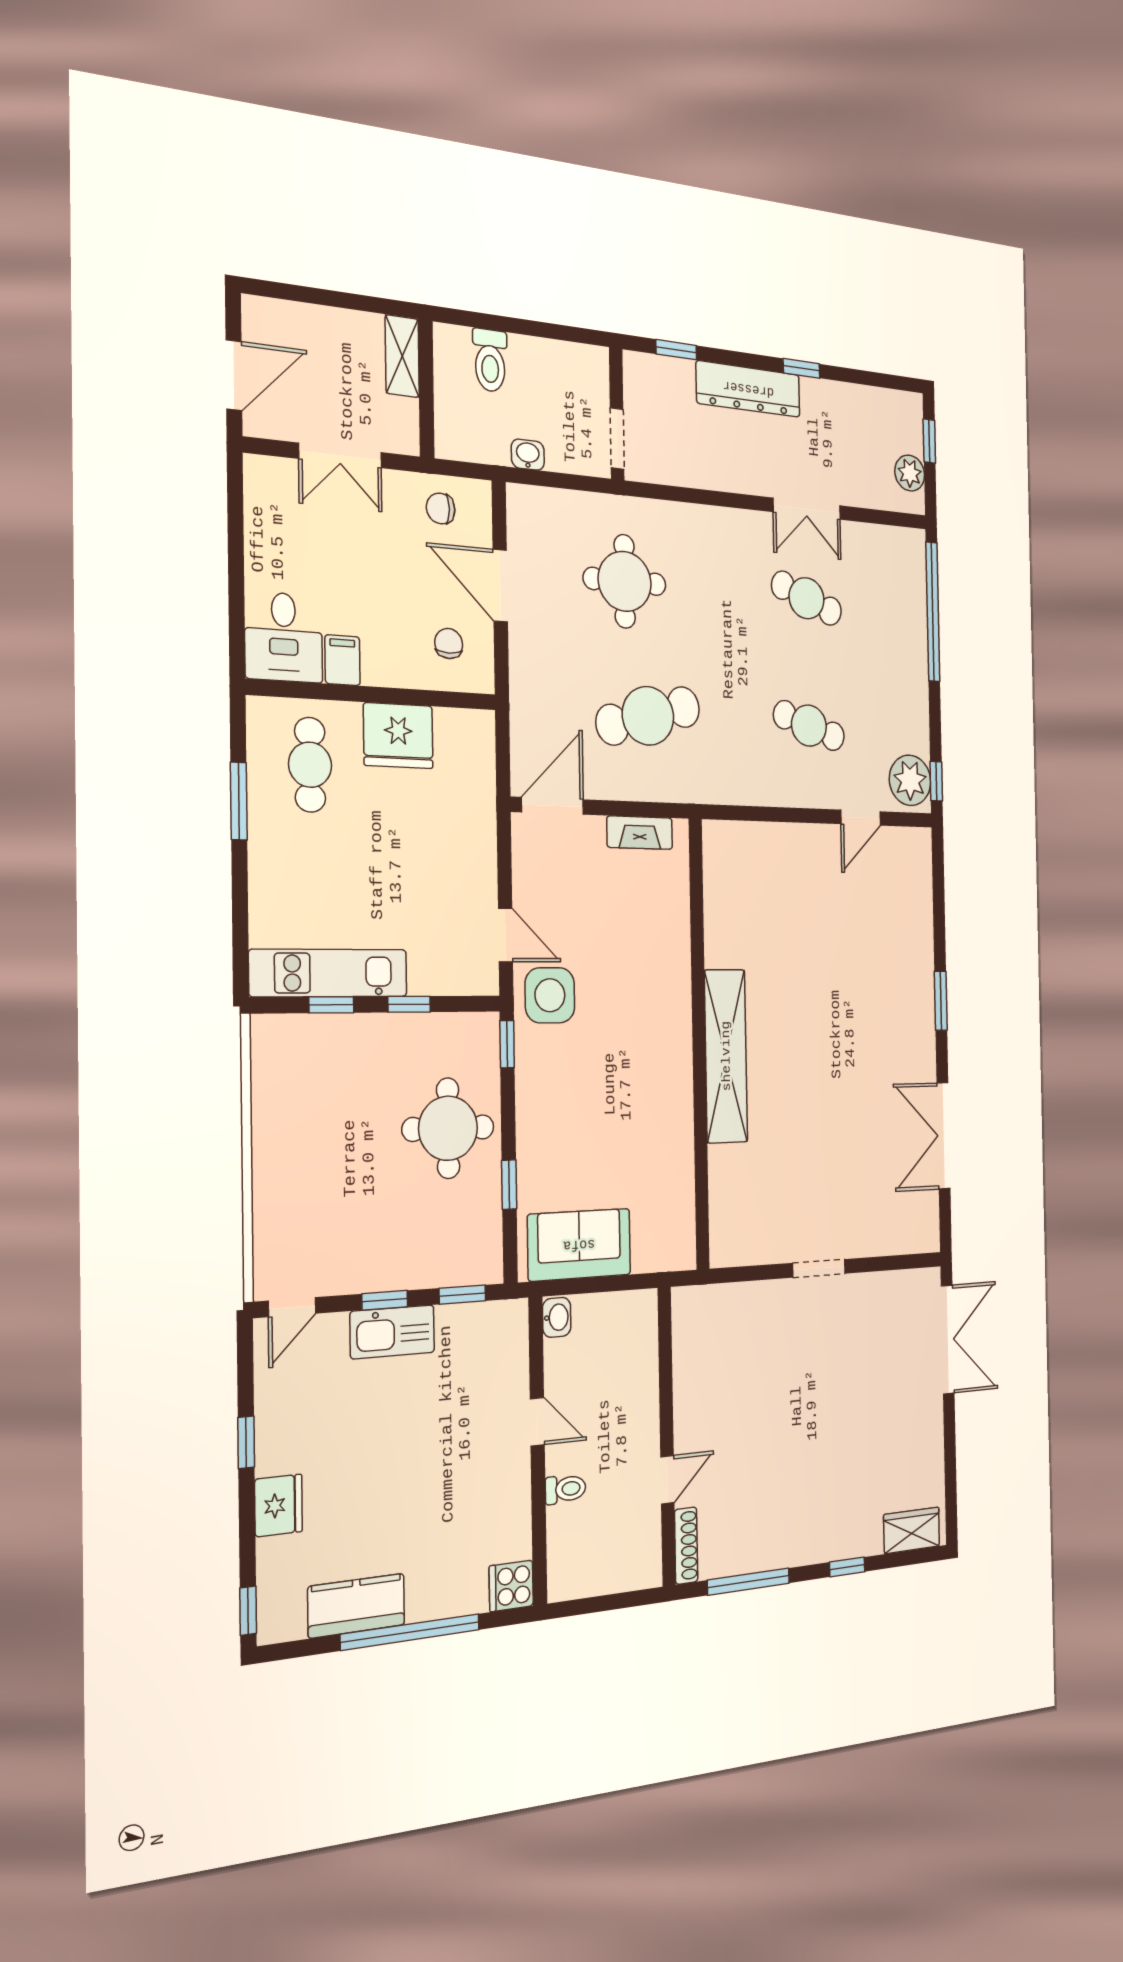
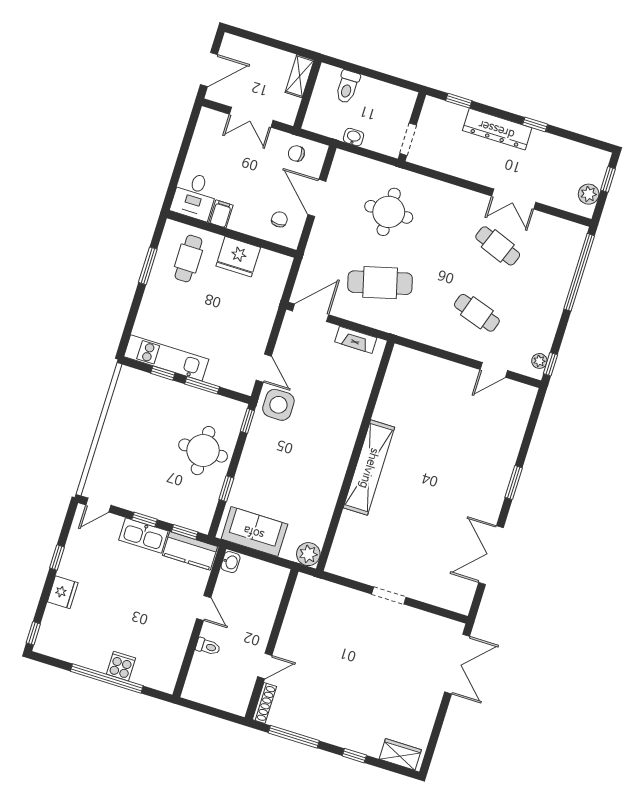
plant: (910, 780) -> (539, 361), width x0.53, depth x0.53
window: (409, 1004) -> (202, 385), width x1.50
plant: (677, 1249) -> (308, 554), added
cooker: (511, 1586) -> (121, 666), moved, turned 90
kitchen counter: (356, 1606) -> (190, 551), moved, turned 180

